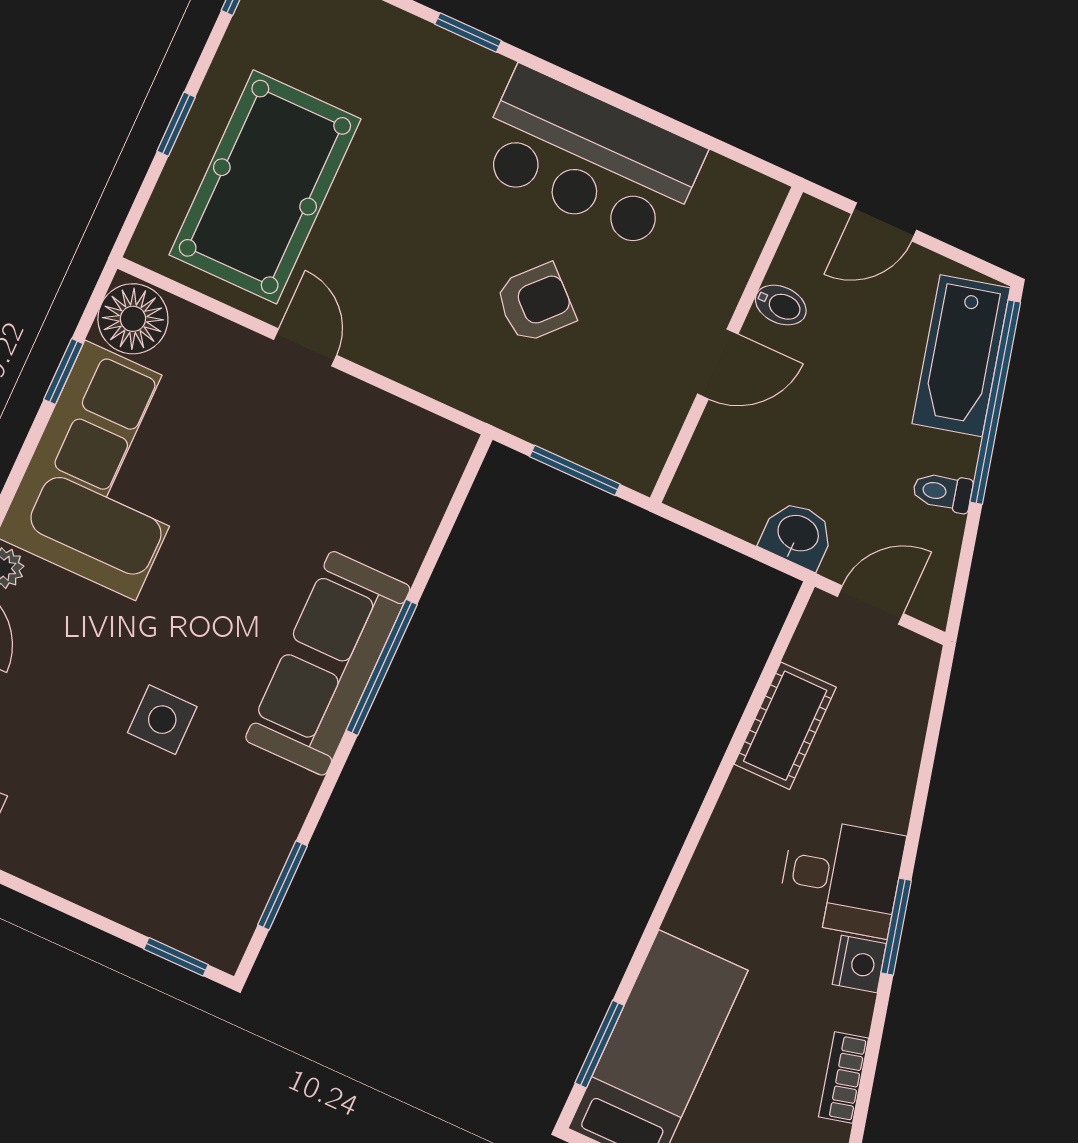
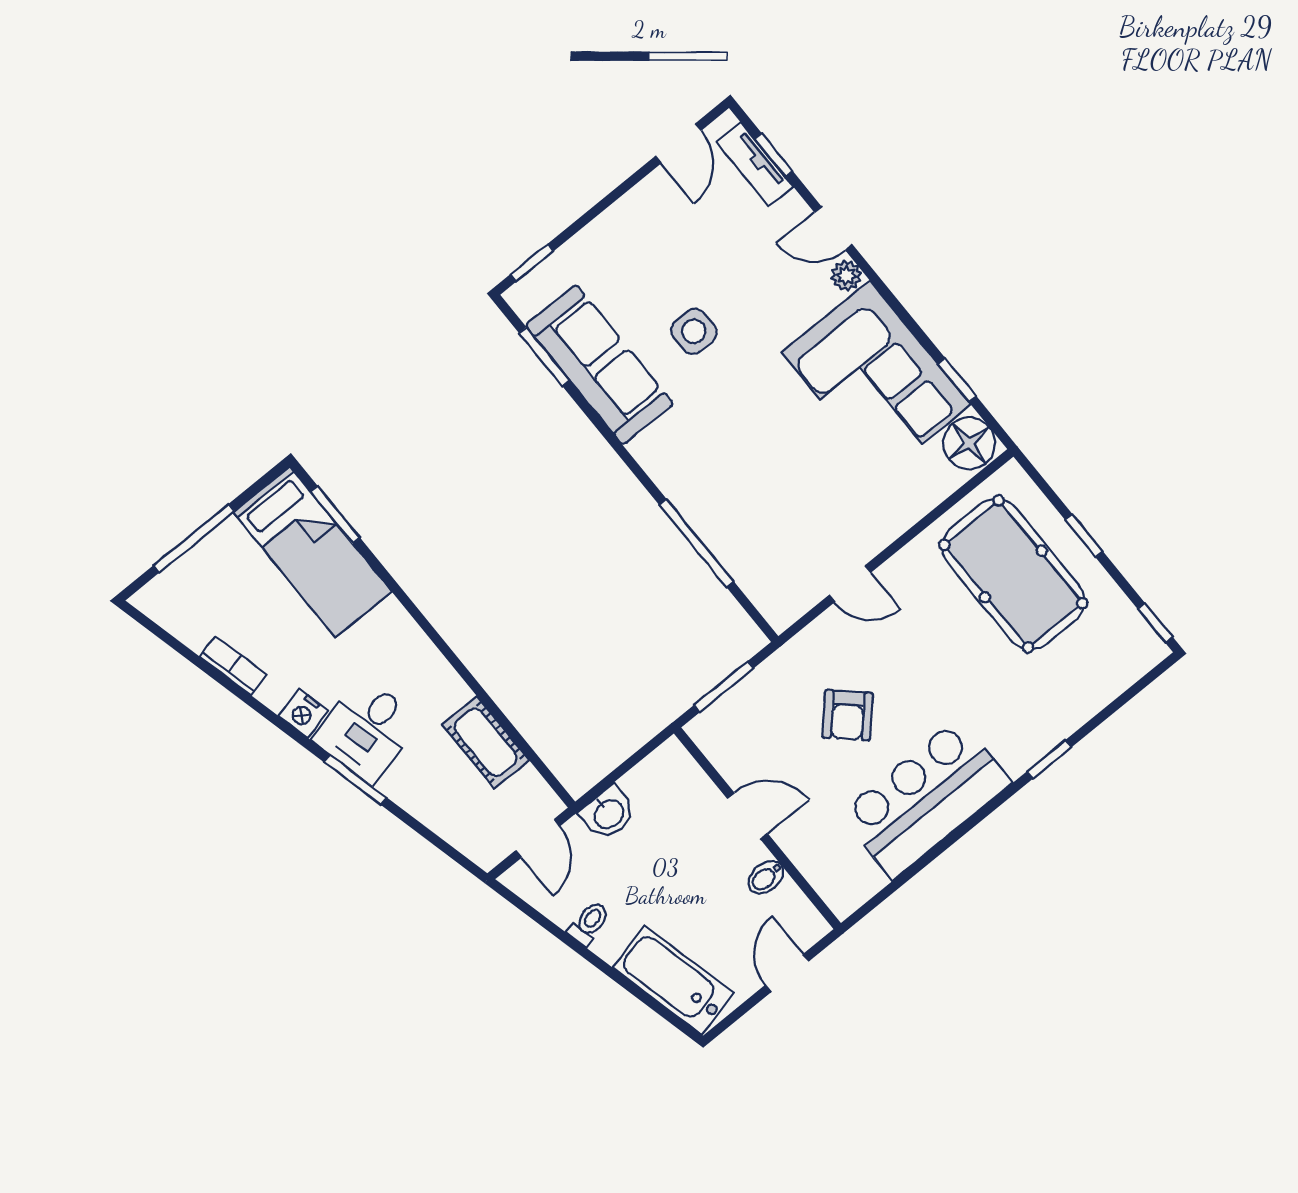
door: (305, 347) -> (850, 584), moved
door: (718, 364) -> (747, 816), swing flipped
window: (995, 402) -> (631, 988), removed
sofa: (328, 663) -> (599, 365), moved
window: (382, 667) -> (697, 543), moved
window: (896, 927) -> (355, 780), moved

